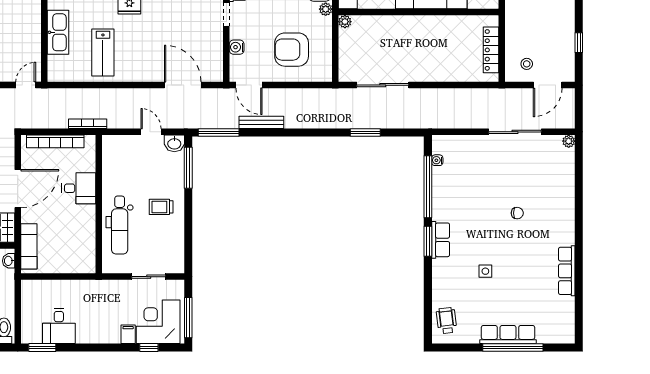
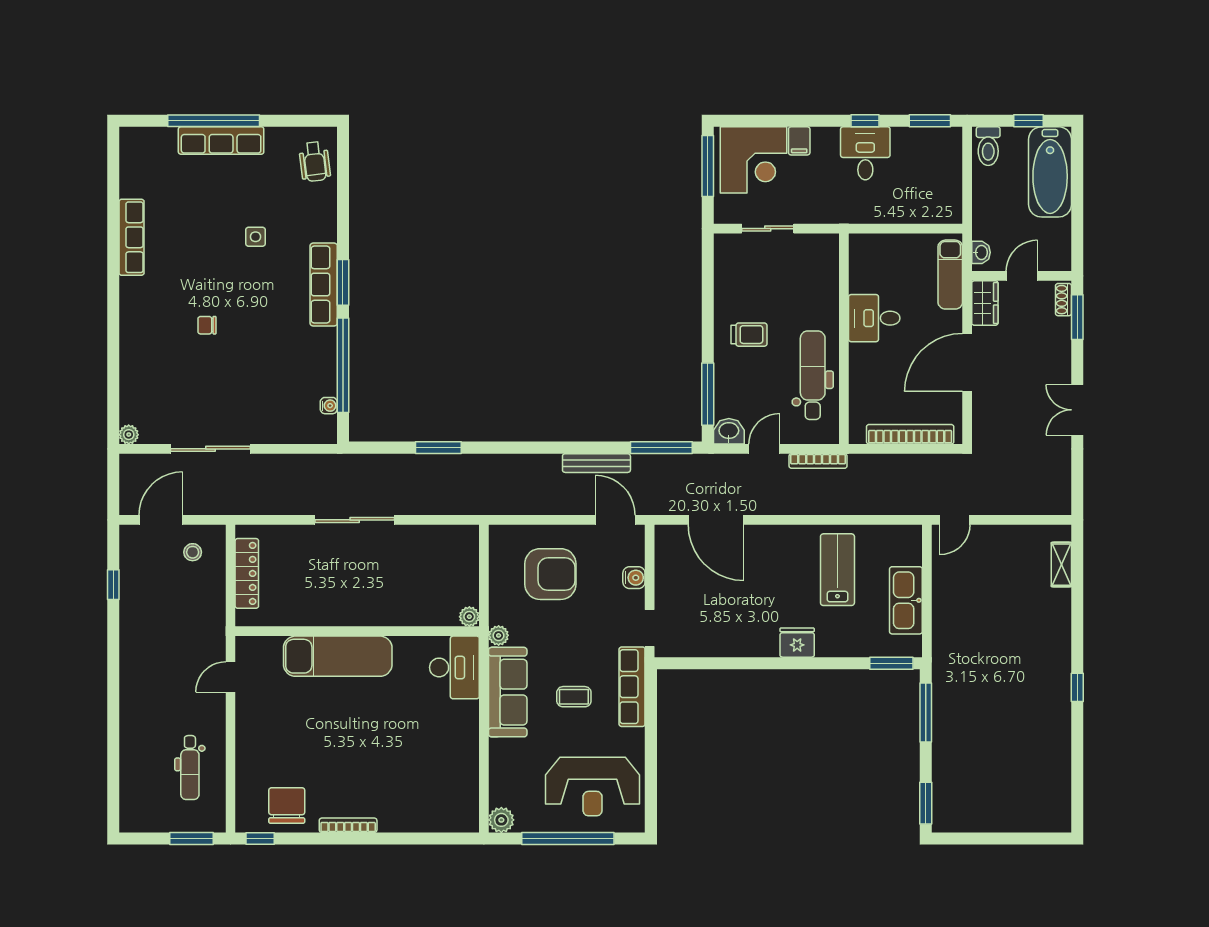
sliding door: (383, 85) -> (355, 520), moved
bookcase: (88, 124) -> (818, 461), moved
door: (151, 132) -> (764, 449), swing flipped
desk: (79, 188) -> (874, 318), moved
dental chair: (120, 225) -> (813, 375), moved
row of seats: (441, 240) -> (324, 285), width x1.48
desk: (59, 326) -> (865, 153), moved
window: (149, 347) -> (865, 121), moved

